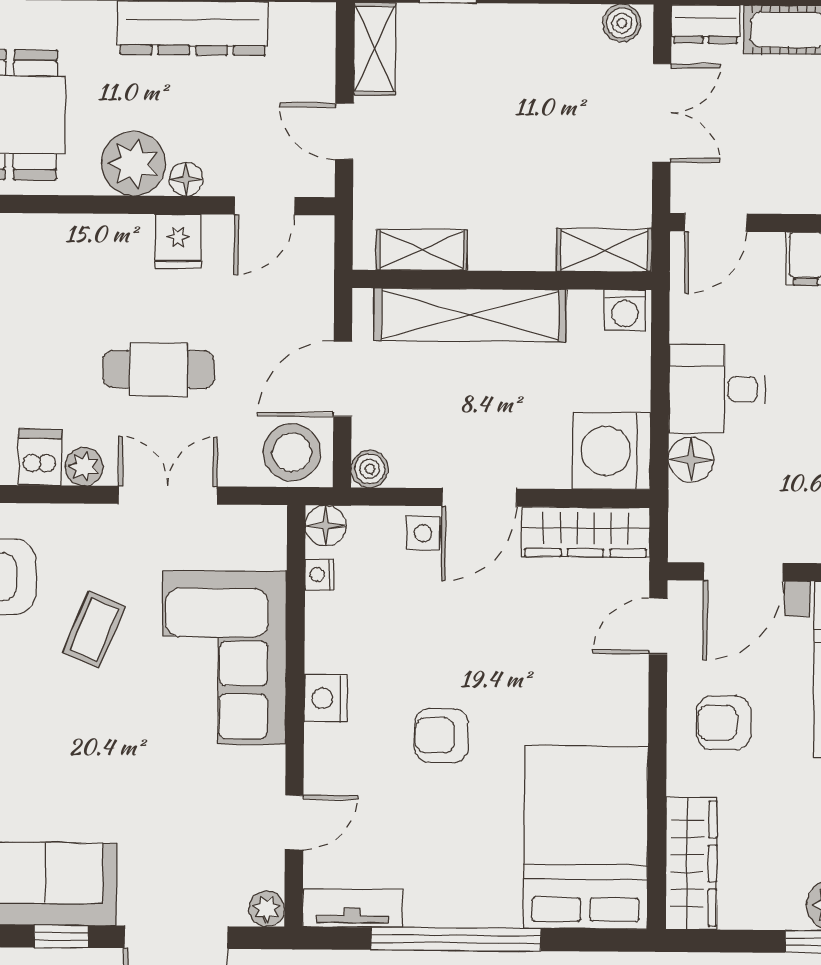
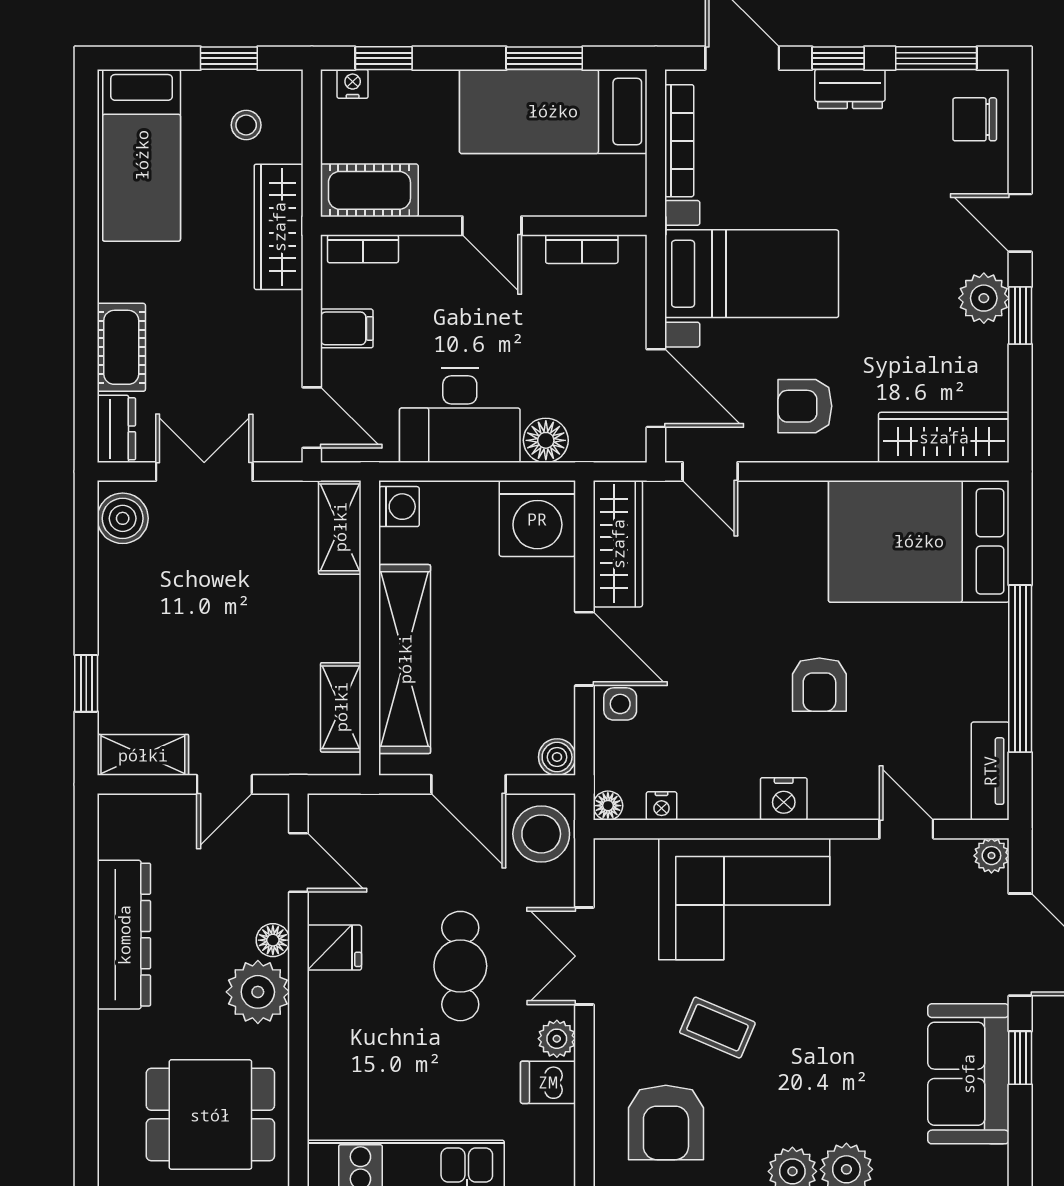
boiler: (622, 23) -> (123, 518), width x1.36, depth x1.36
desk: (717, 389) -> (460, 415), width x1.37
floor lamp: (326, 526) -> (608, 806), width x0.73, depth x0.73
armchair: (724, 723) -> (805, 406), turned 90

